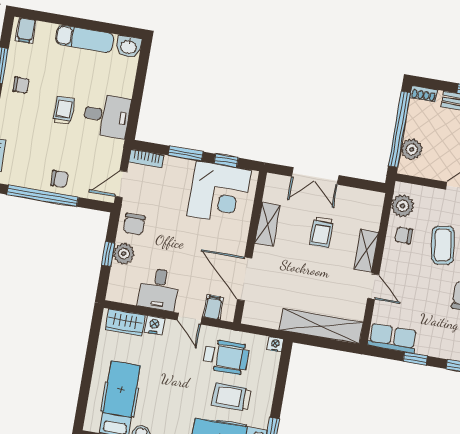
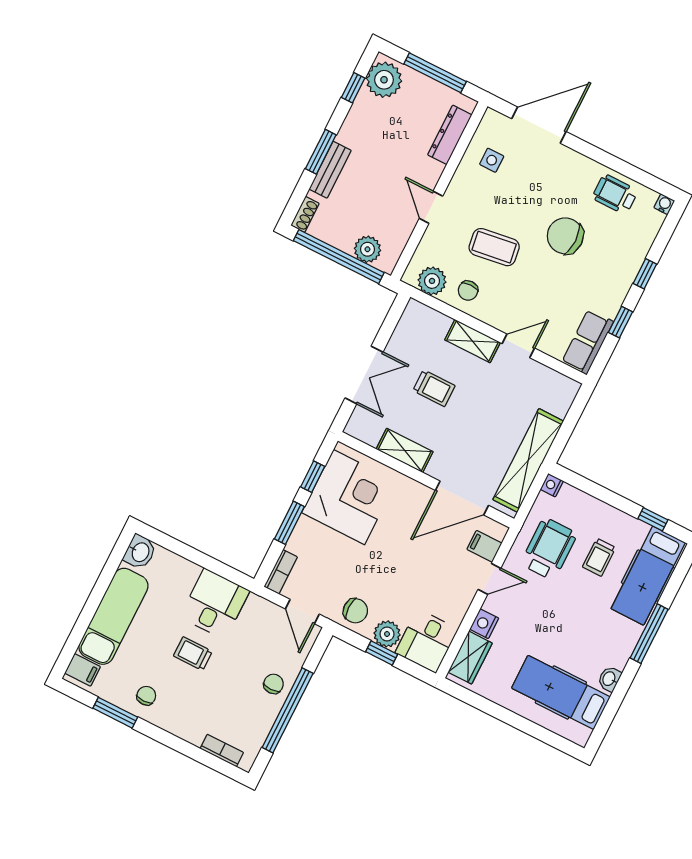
exam couch: (85, 39) -> (113, 616), width x1.36, depth x1.45
desk: (159, 289) -> (427, 641), moved, turned 90
shelving: (321, 326) -> (528, 460), moved
trolley: (231, 397) -> (599, 557), width x0.73, depth x0.72

